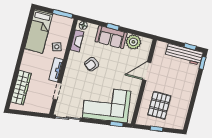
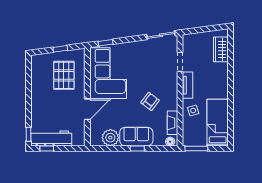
wardrobe: (21, 88) -> (221, 49), width x0.67
corner sofa: (107, 104) -> (108, 73), moved, turned -82

